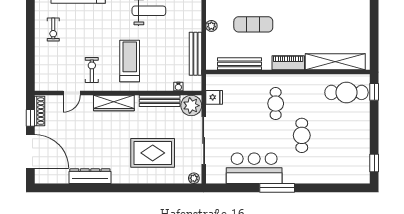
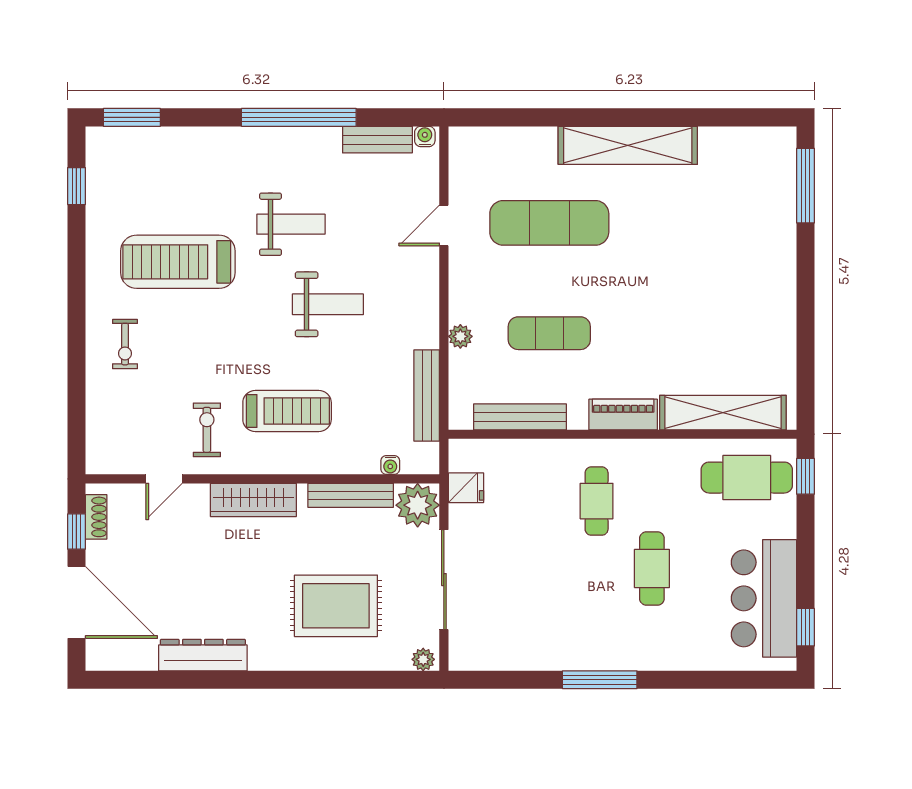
treadmill: (130, 61) -> (287, 411), turned 90
shoe rack: (40, 111) -> (96, 517), width x0.70
bar counter: (254, 168) -> (764, 598), moved, turned -90

